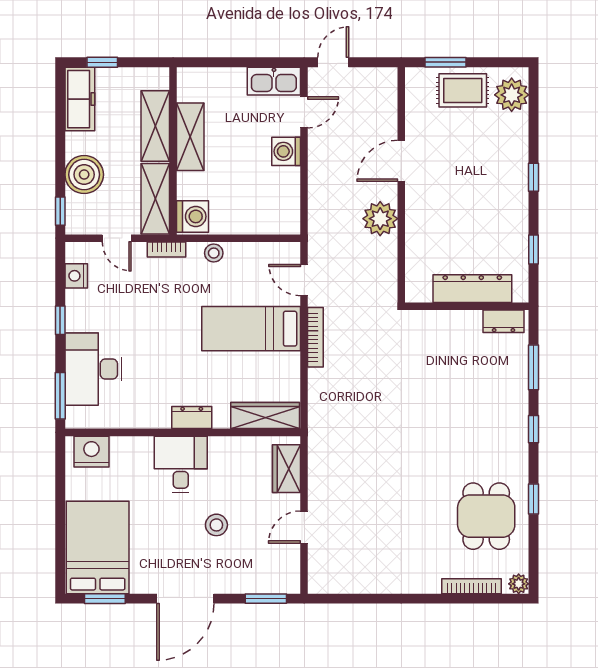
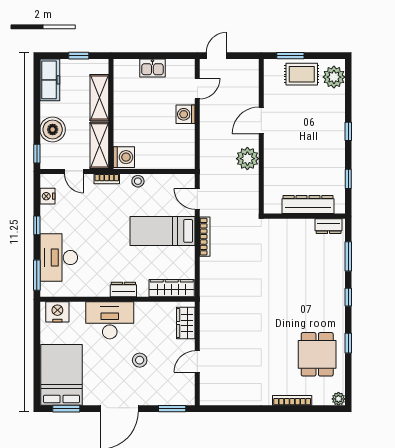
window: (102, 62) -> (79, 56), moved
kitchen sink: (274, 81) -> (152, 68), moved, width x0.73
shelving: (190, 137) -> (122, 105), removed
desk: (181, 464) -> (110, 320), width x1.37
bookcase: (471, 586) -> (292, 400), moved

